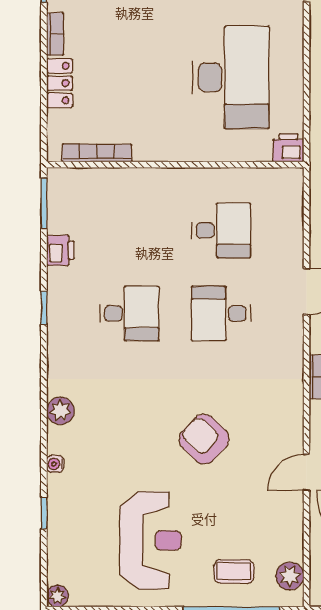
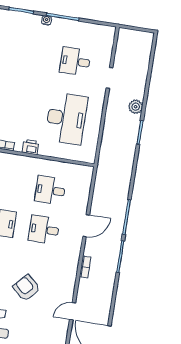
printer: (288, 148) -> (30, 147), moved
desk: (221, 230) -> (50, 190), turned 180

